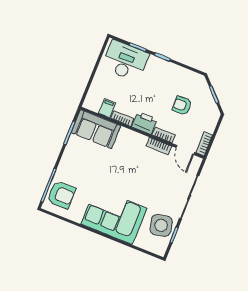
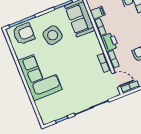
door: (185, 150) -> (116, 80), swing flipped
armchair: (61, 195) -> (24, 34), turned -90
side table: (161, 225) -> (53, 35), moved

